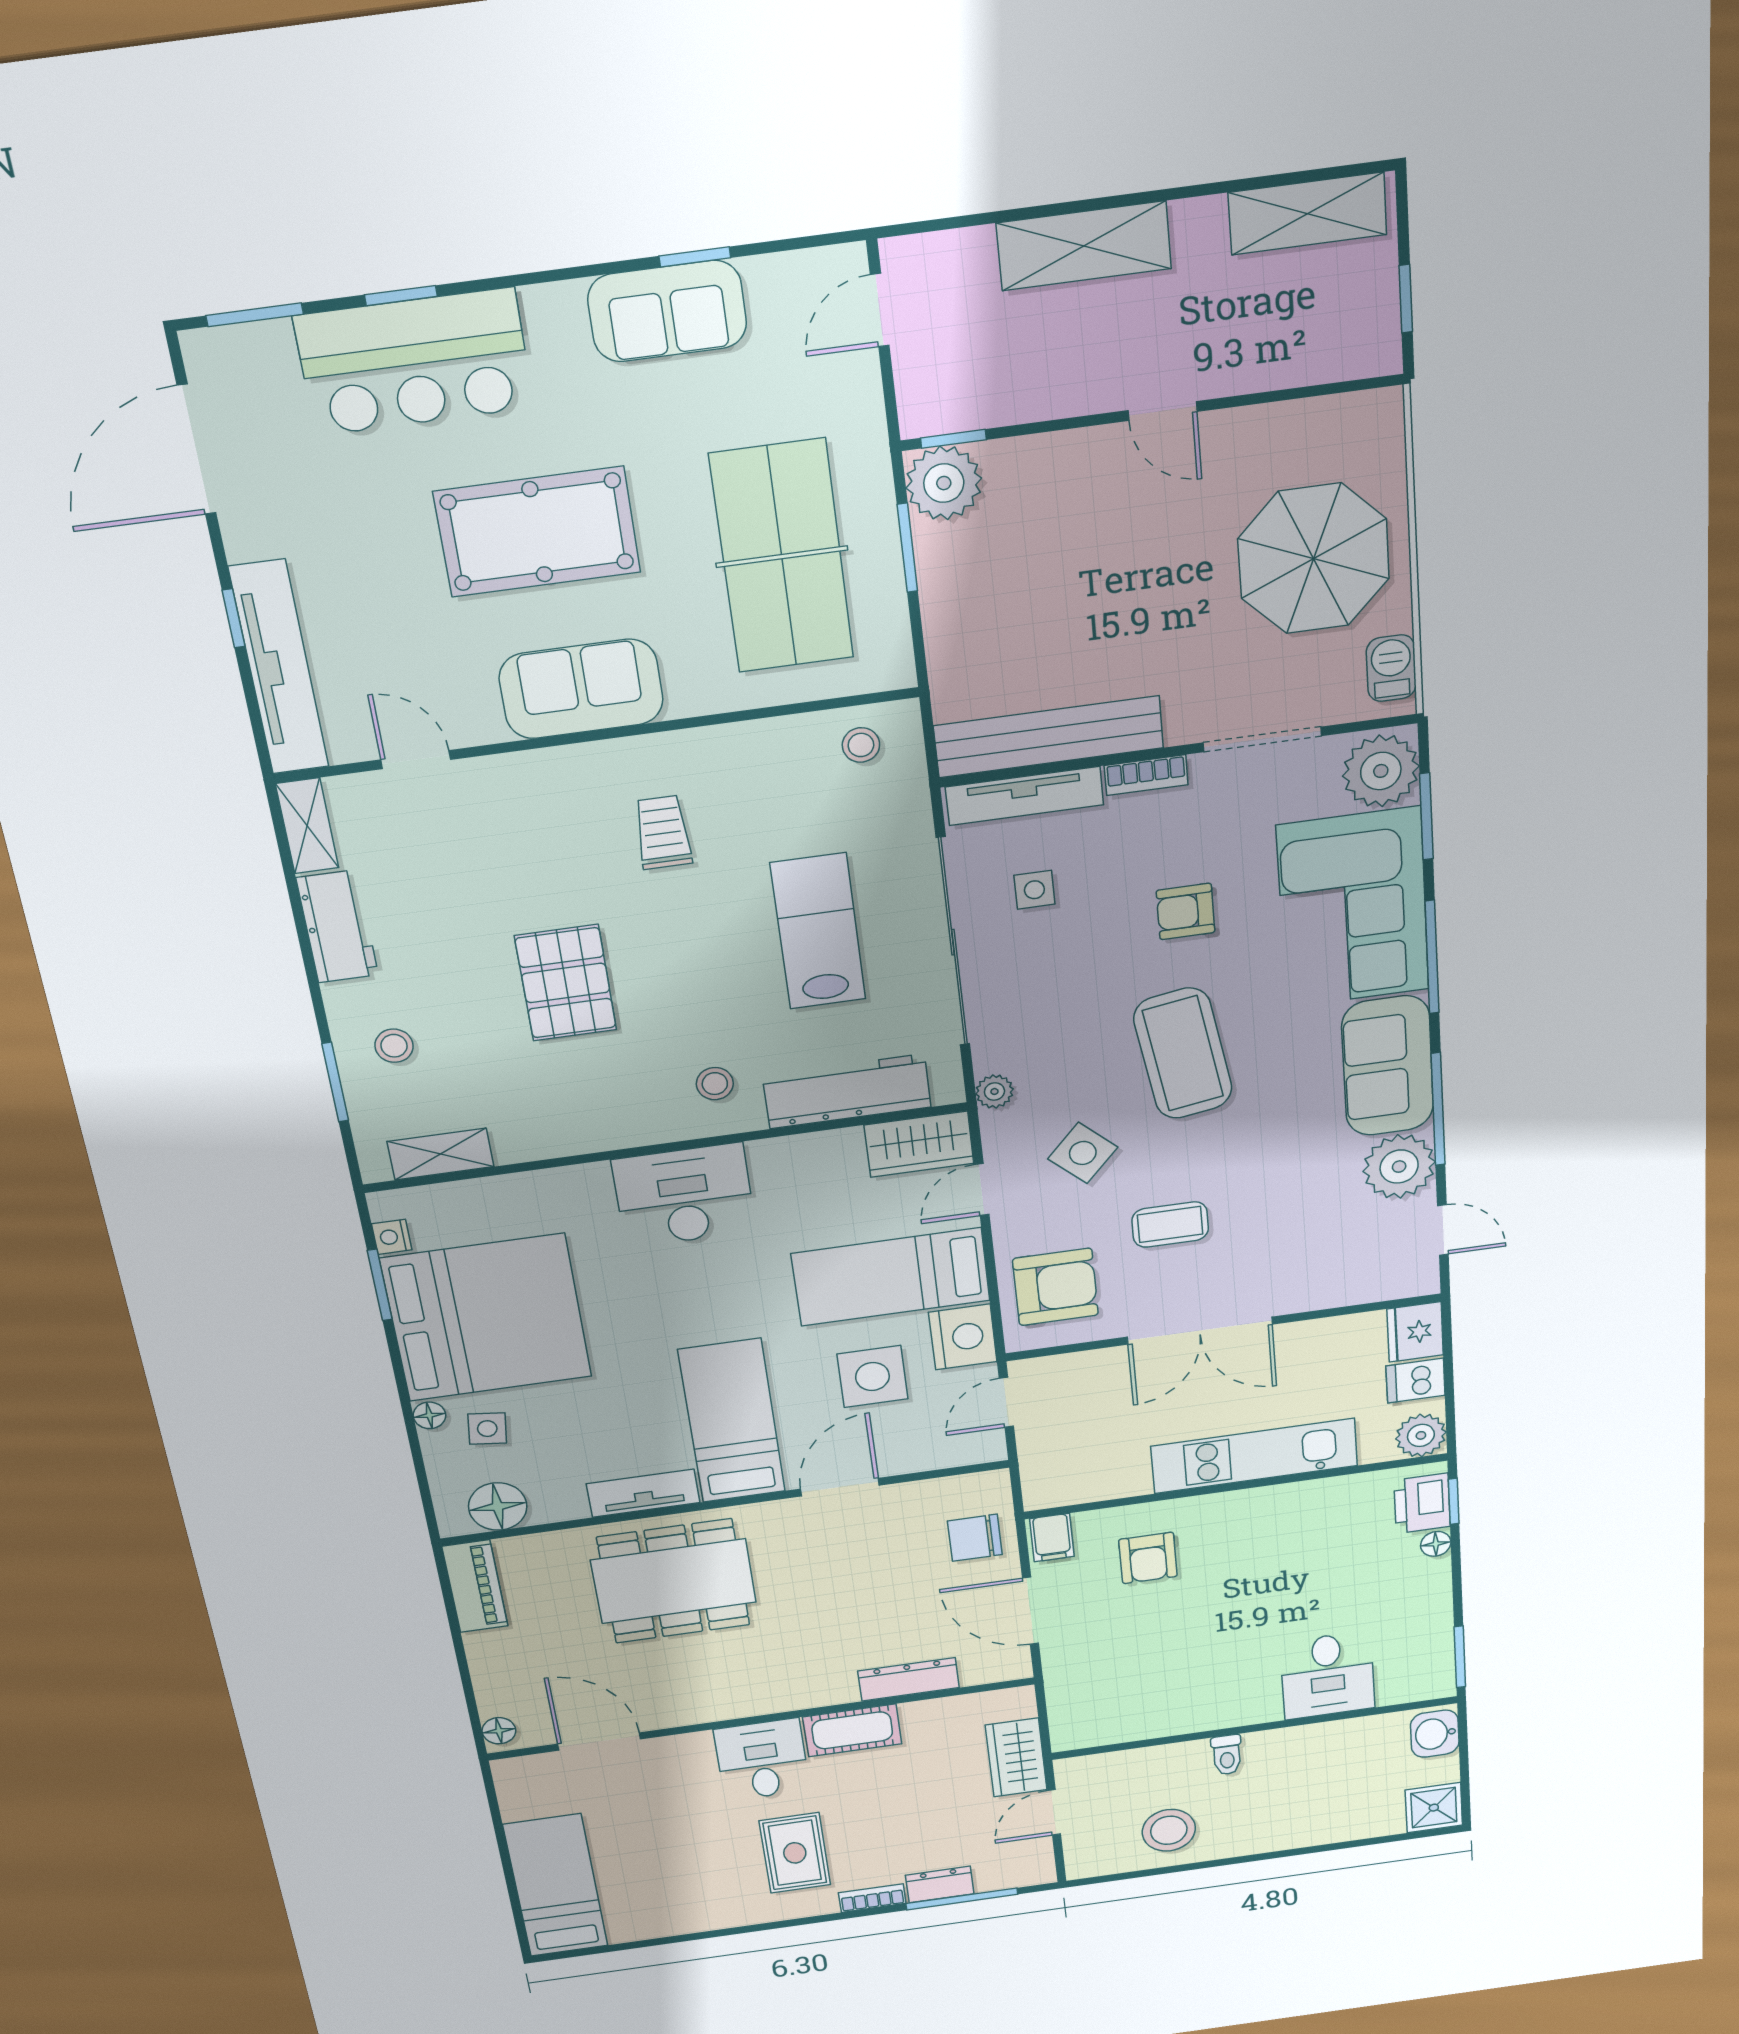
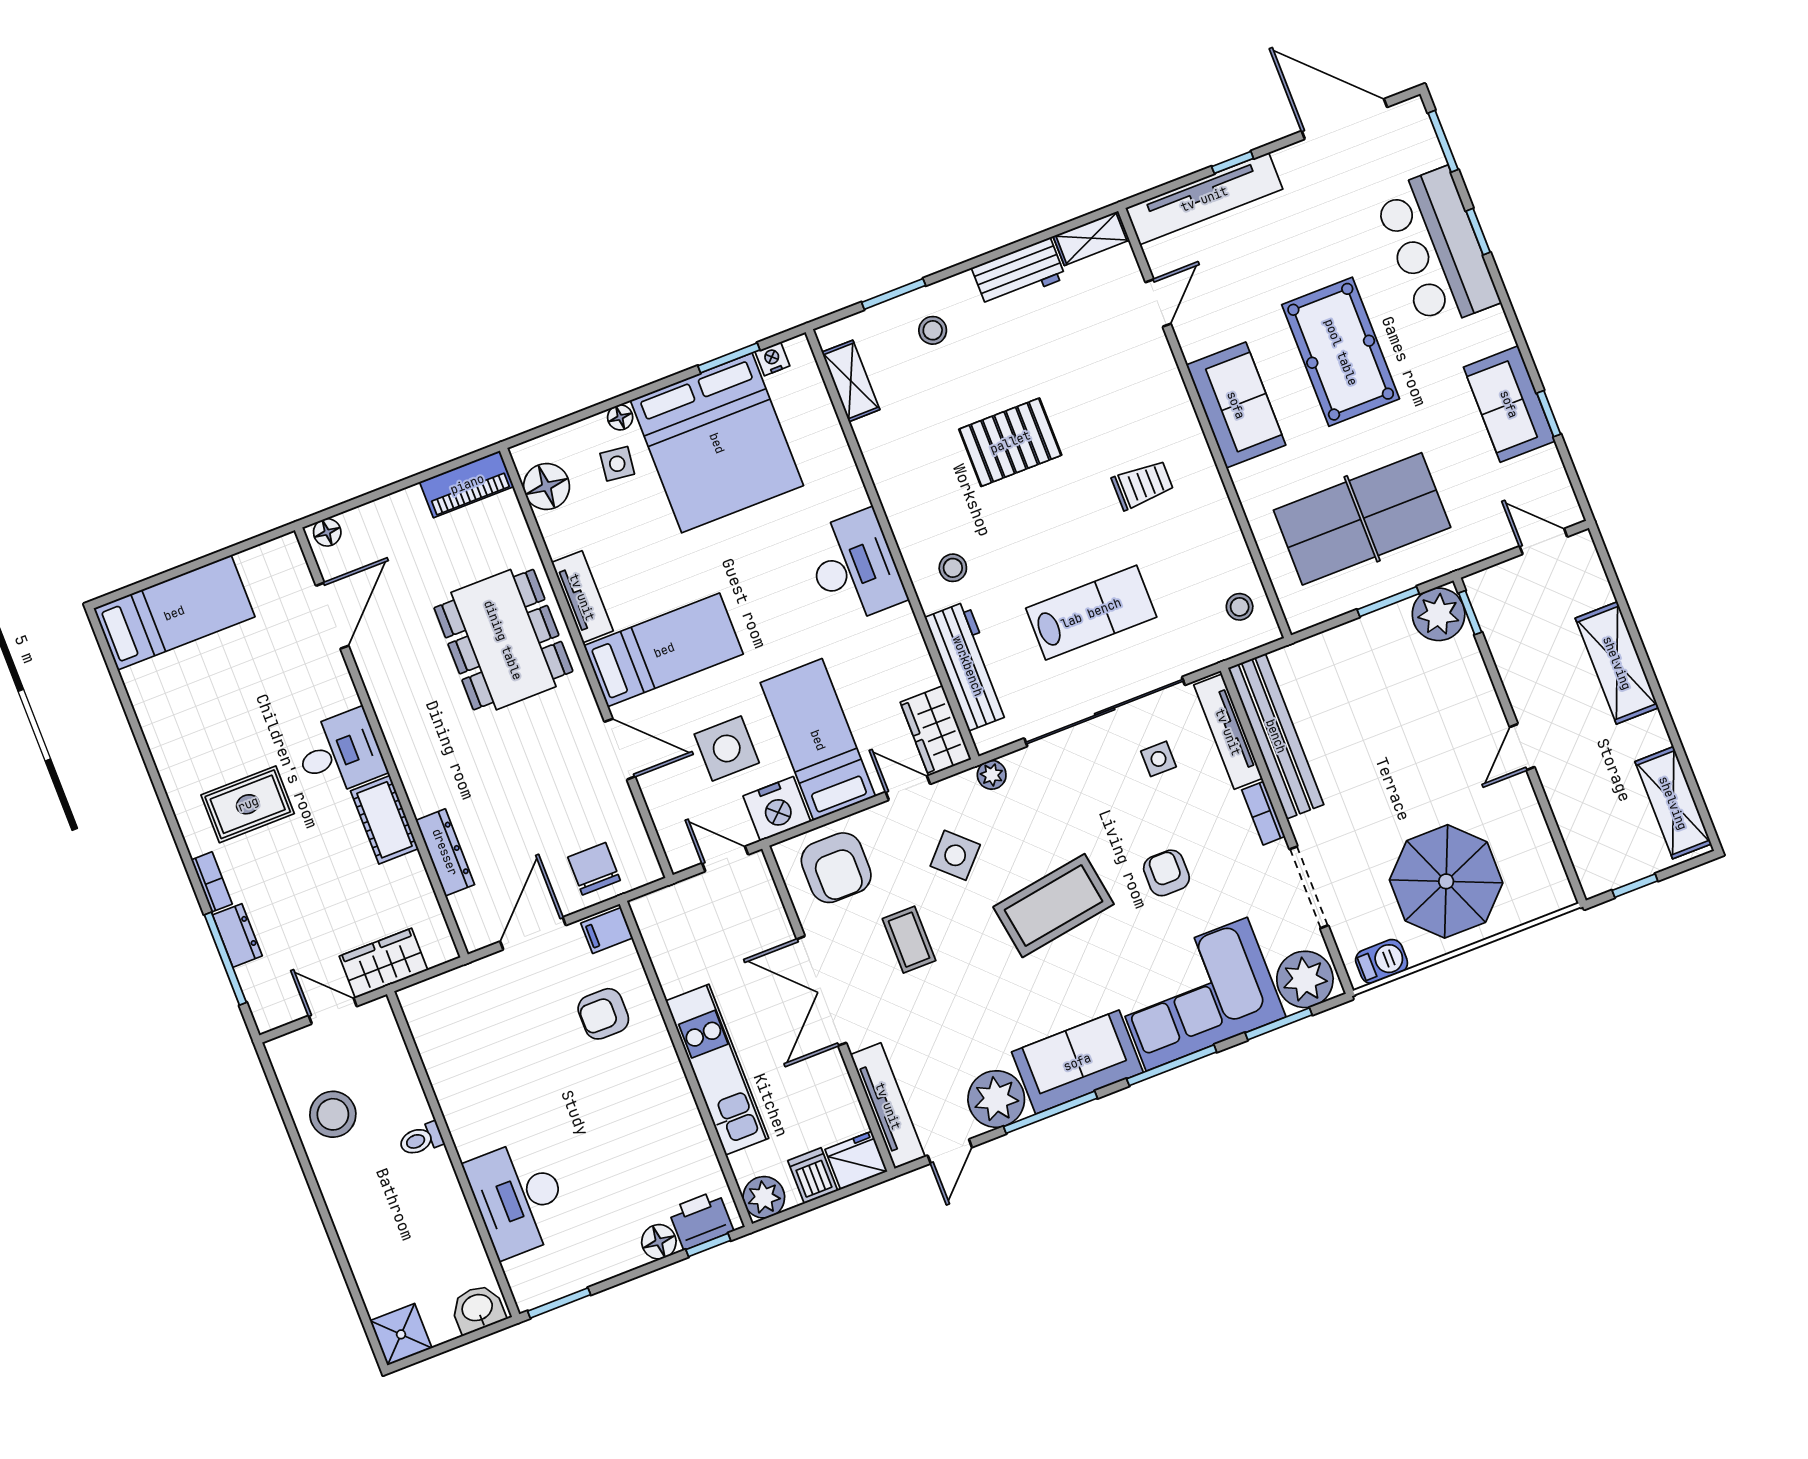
tv unit: (1363, 1286) -> (888, 1106), added
floor lamp: (1436, 1544) -> (659, 1242), width x1.37, depth x1.37
desk: (1328, 1675) -> (519, 1198), width x1.37

